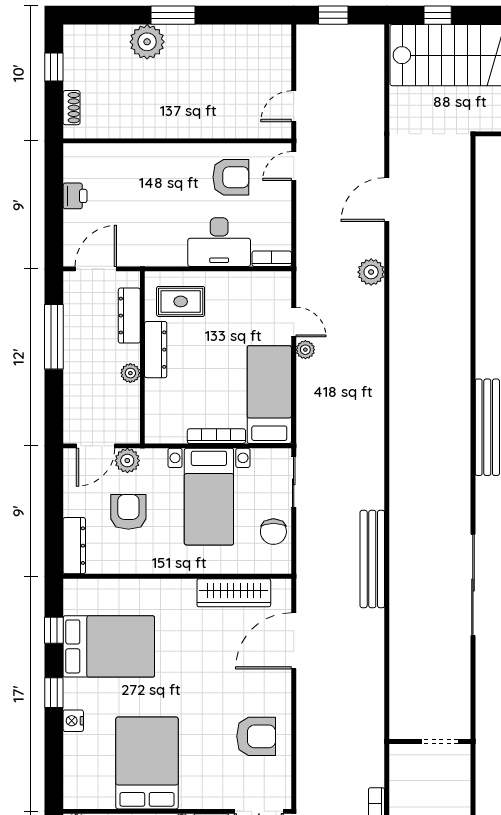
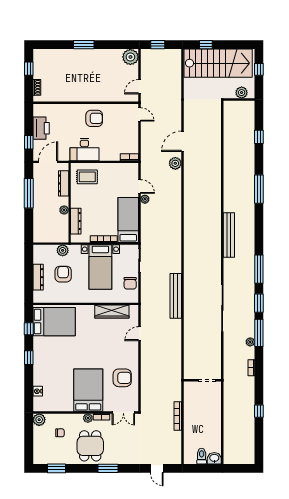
plant: (147, 42) -> (130, 57), moved
door: (294, 166) -> (139, 114), swing flipped
armchair: (231, 177) -> (94, 118), moved
printer: (75, 196) -> (41, 128), width x1.87, depth x1.48
door: (387, 200) -> (183, 141), moved
window: (54, 226) -> (29, 142), added
desk: (219, 242) -> (84, 150), moved
dresser: (156, 350) -> (76, 221), moved
door: (96, 446) -> (48, 244), removed
dresser: (74, 546) -> (38, 277), moved
door: (294, 641) -> (139, 334), width x0.53
bed: (109, 646) -> (54, 322), moved
nightstand: (73, 721) -> (38, 391), moved
bed: (147, 763) -> (88, 390), moved

